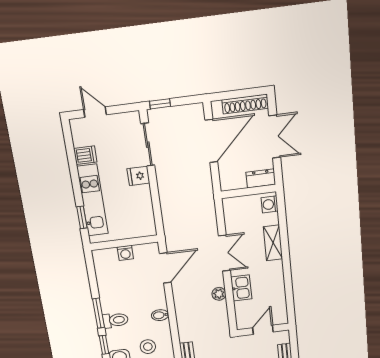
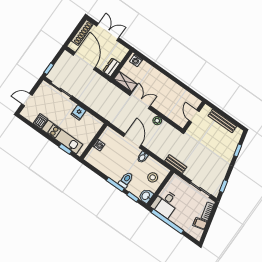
fridge: (138, 176) -> (78, 112), moved
dresser: (261, 178) -> (111, 67), moved
shelving: (273, 243) -> (125, 82), moved
door: (165, 268) -> (132, 141), moved
kitchen sink: (241, 288) -> (164, 108), removed

